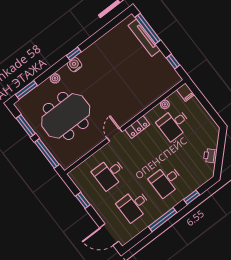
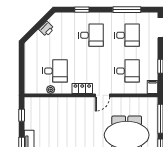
filing cabinet: (185, 92) -> (152, 87), moved
window: (163, 220) -> (127, 10), moved

